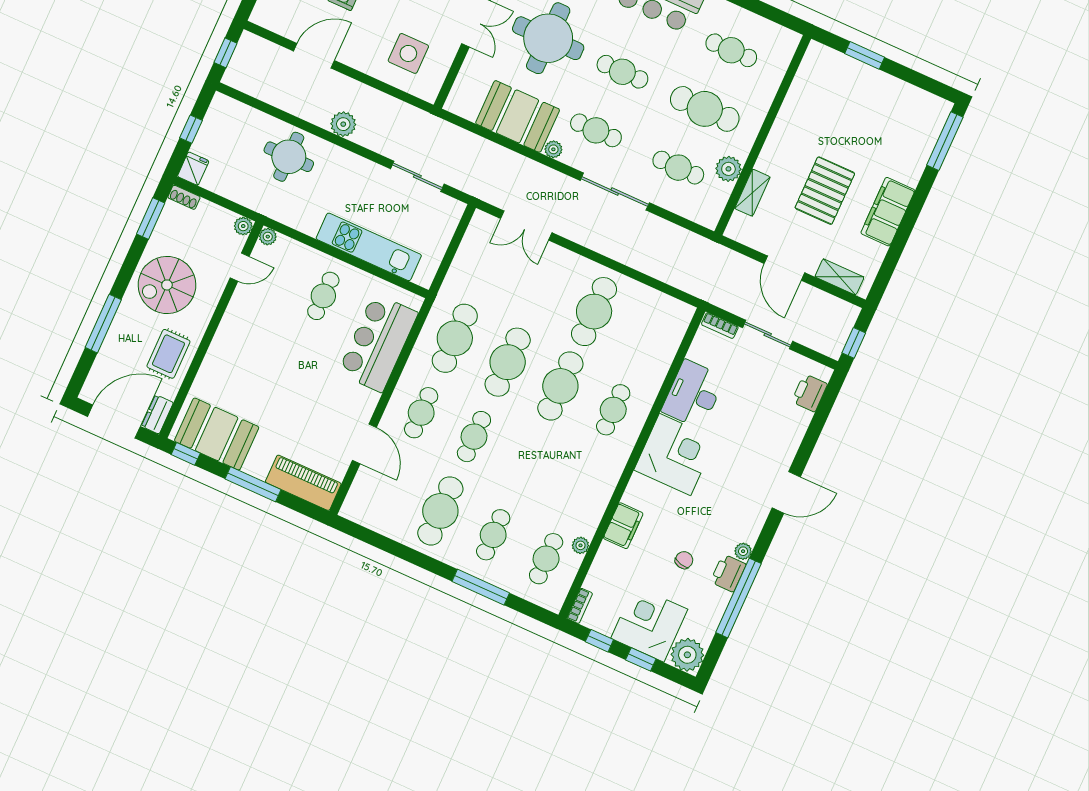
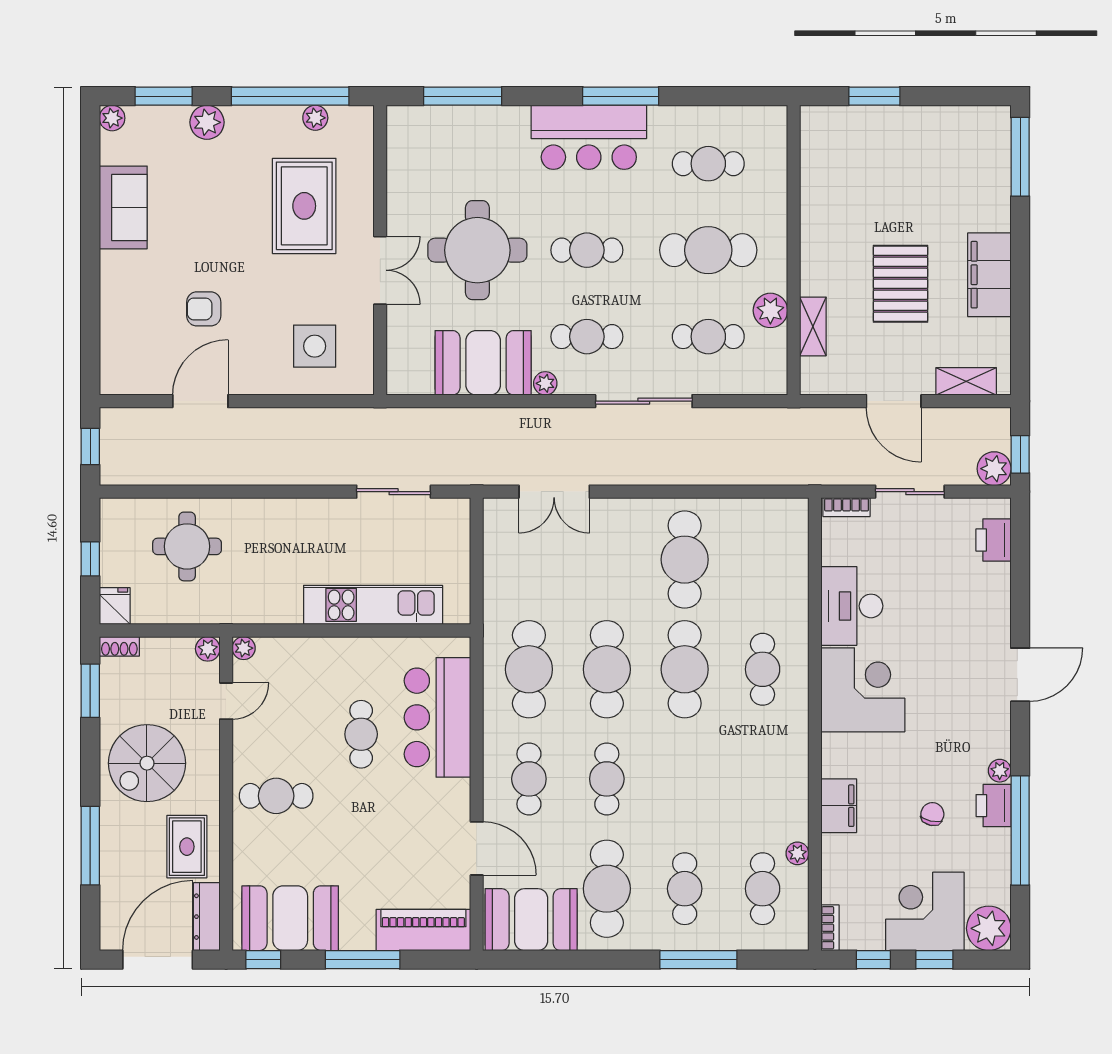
plant: (343, 124) -> (994, 469), moved
round table: (289, 157) -> (187, 546), moved
cafe table: (323, 296) -> (361, 734), moved
cafe table: (245, 347) -> (276, 796), added
dresser: (157, 414) -> (207, 917), width x1.44
booth: (380, 509) -> (531, 920), added

